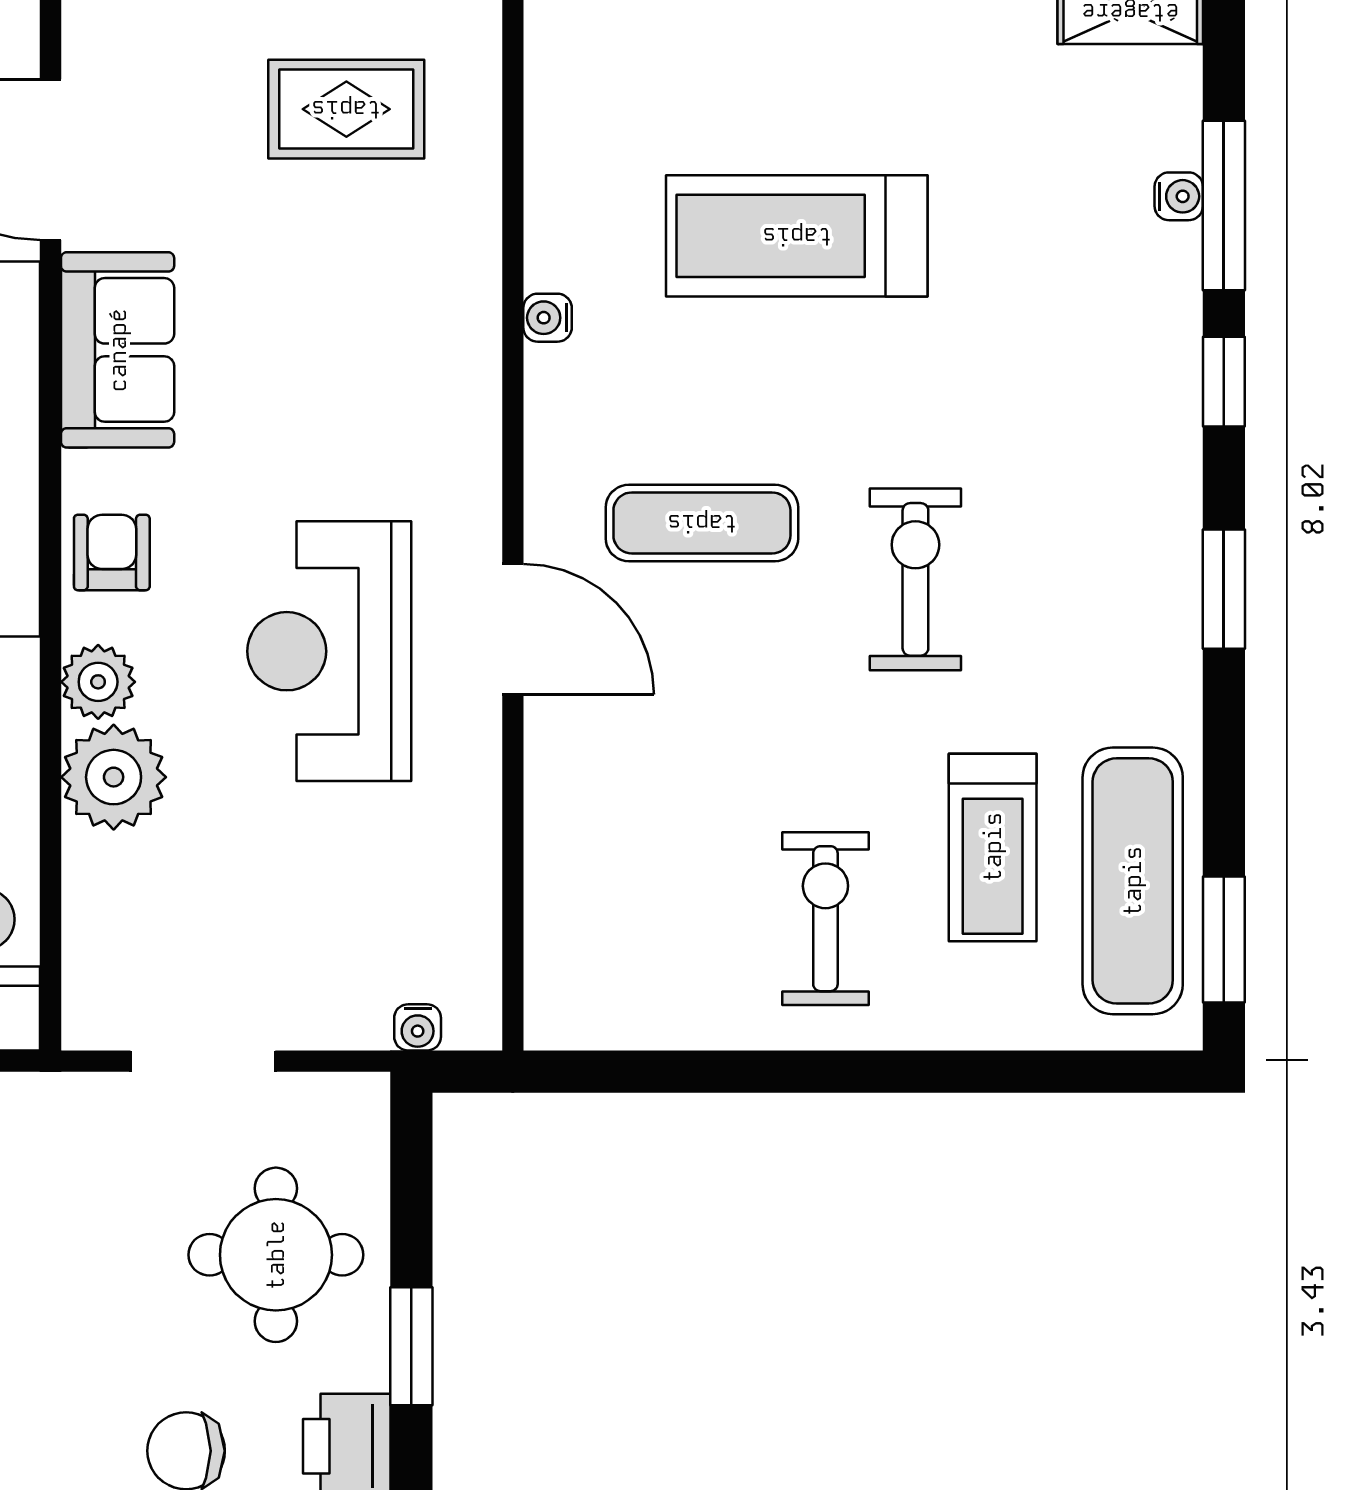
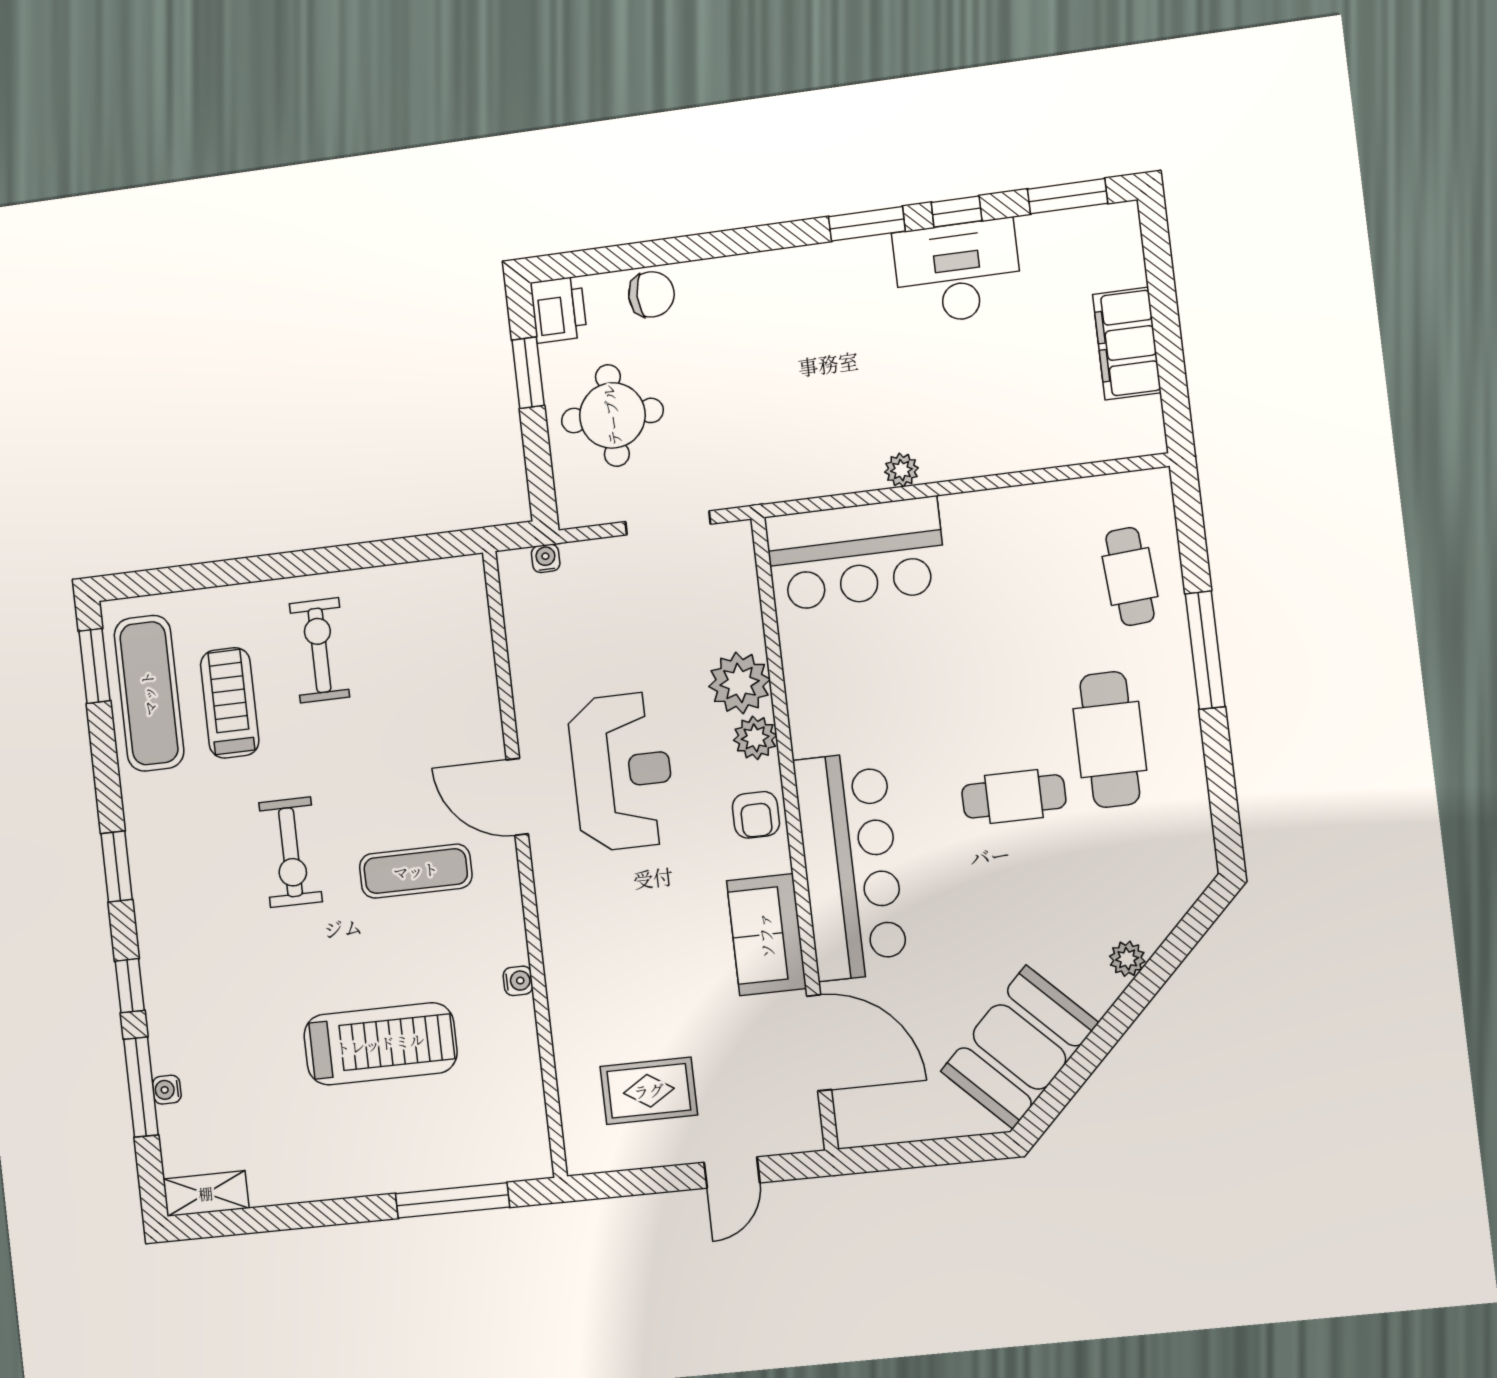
exercise bike: (825, 919) -> (319, 650), turned 180

